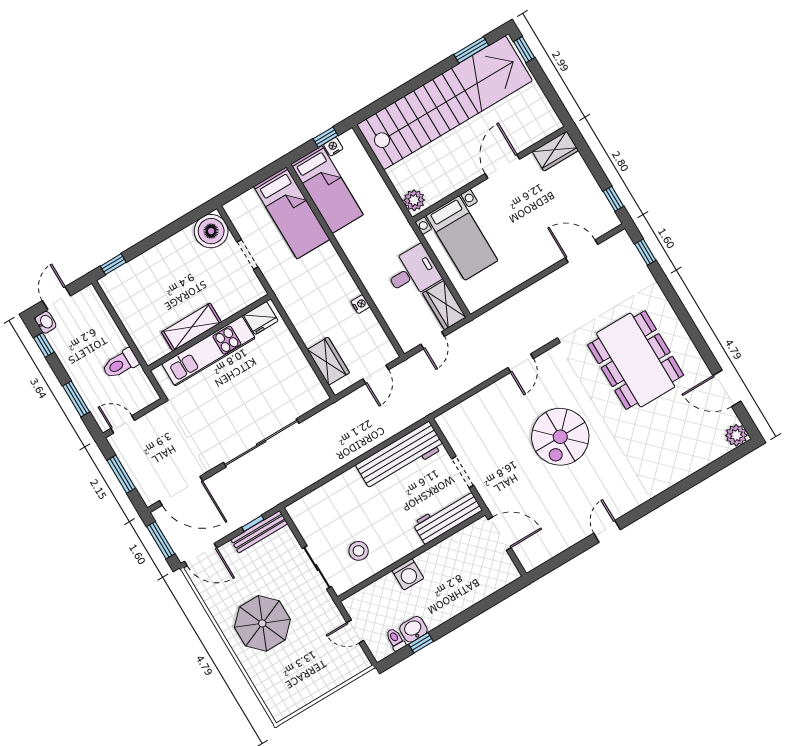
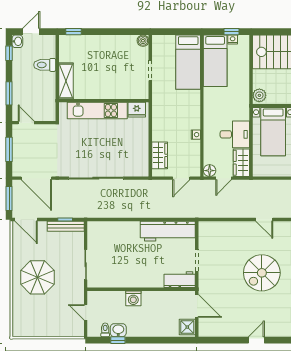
boiler: (211, 231) -> (143, 41), width x0.54, depth x0.54
shelving: (191, 327) -> (66, 81), moved, turned 90
floor lamp: (408, 341) -> (210, 171), added
door: (521, 363) -> (264, 219), hinge flipped
toilet: (120, 364) -> (45, 65), moved
workbench: (447, 517) -> (180, 280), width x0.73
stool: (359, 551) -> (114, 269), removed
shower: (504, 570) -> (187, 327), added

